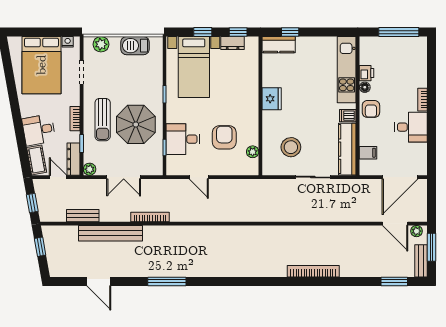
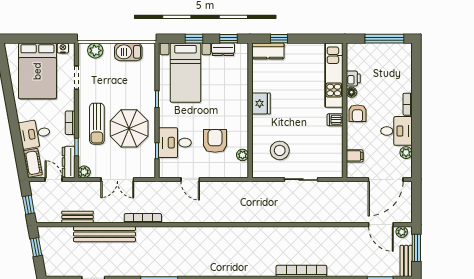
kitchen counter: (347, 149) -> (335, 152), removed
plant: (421, 149) -> (406, 153), added

